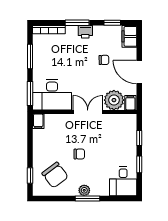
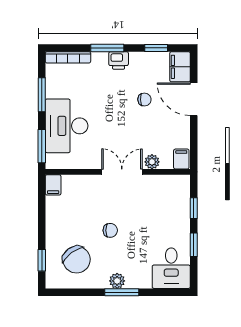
door: (139, 72) -> (194, 99), moved
desk: (52, 95) -> (67, 126), moved, turned 90
plant: (114, 100) -> (152, 162), width x0.53, depth x0.53

